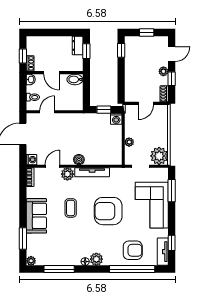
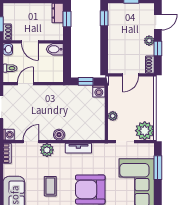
tv unit: (92, 172) -> (78, 148), width x0.71

